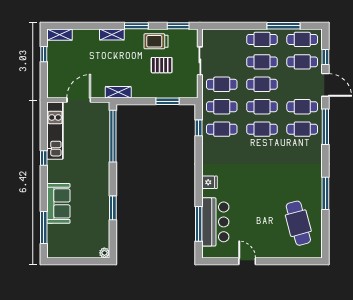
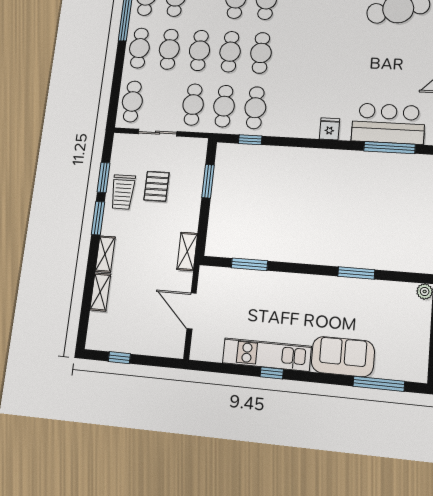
window: (178, 26) -> (104, 178), moved
shelving: (60, 35) -> (100, 292), moved
cafe table: (222, 39) -> (132, 101), added
kitchen unit: (55, 131) -> (267, 355), moved
window: (113, 136) -> (249, 264), width x0.47

